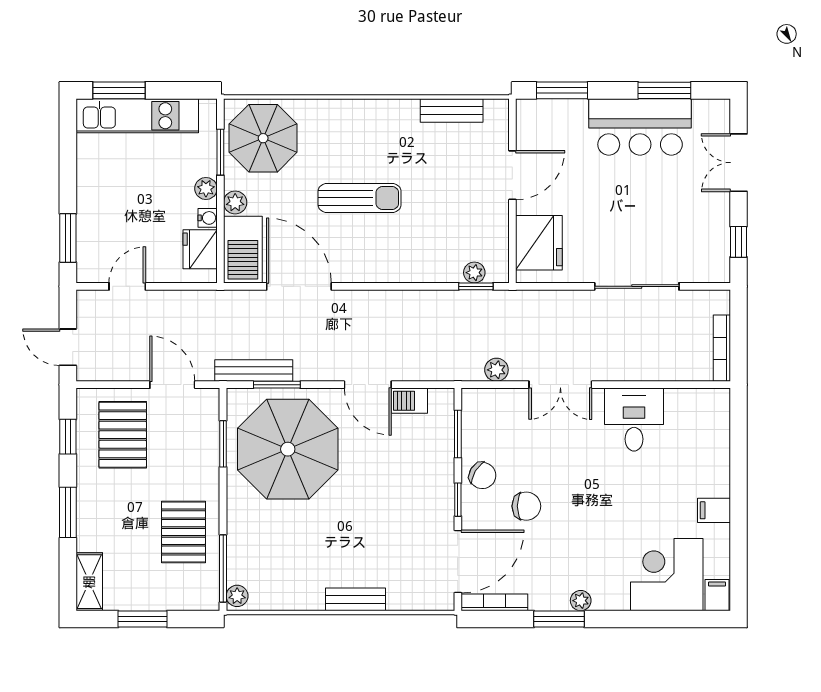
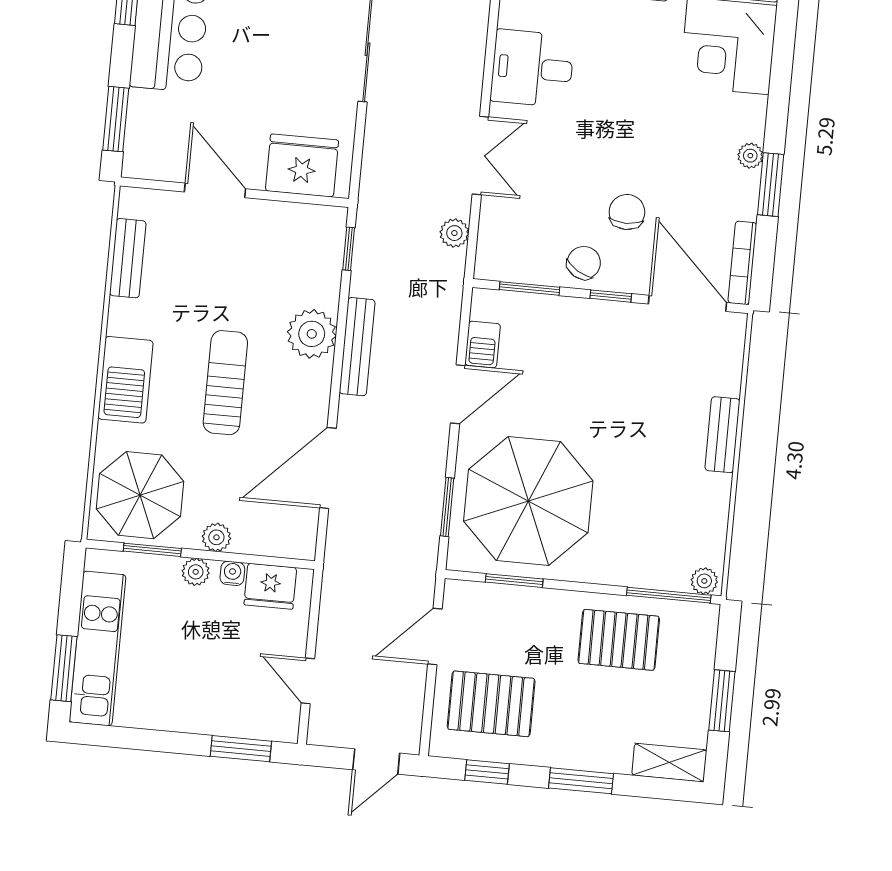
barbecue: (243, 250) -> (125, 380), moved, turned 90
plant: (474, 273) -> (312, 334), moved, width x1.87, depth x1.87
bench: (254, 371) -> (357, 347), moved

